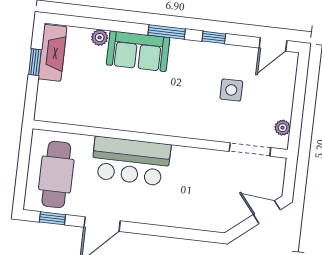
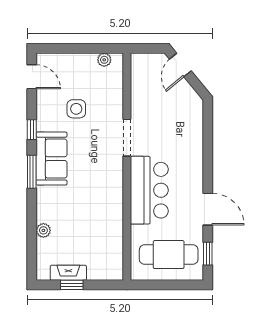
sofa: (138, 51) -> (52, 159), moved
fireplace: (53, 53) -> (68, 273), width x0.73, depth x0.76
doorway: (250, 149) -> (127, 138), moved

